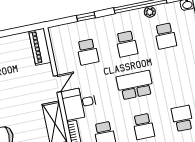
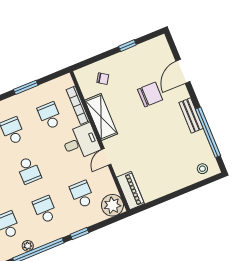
window: (86, 17) -> (80, 234), moved
plant: (60, 36) -> (112, 205), added
school desk: (135, 85) -> (29, 170), width x0.54

